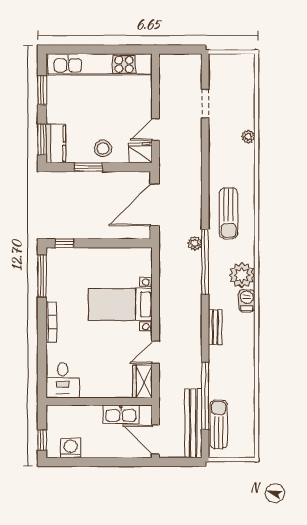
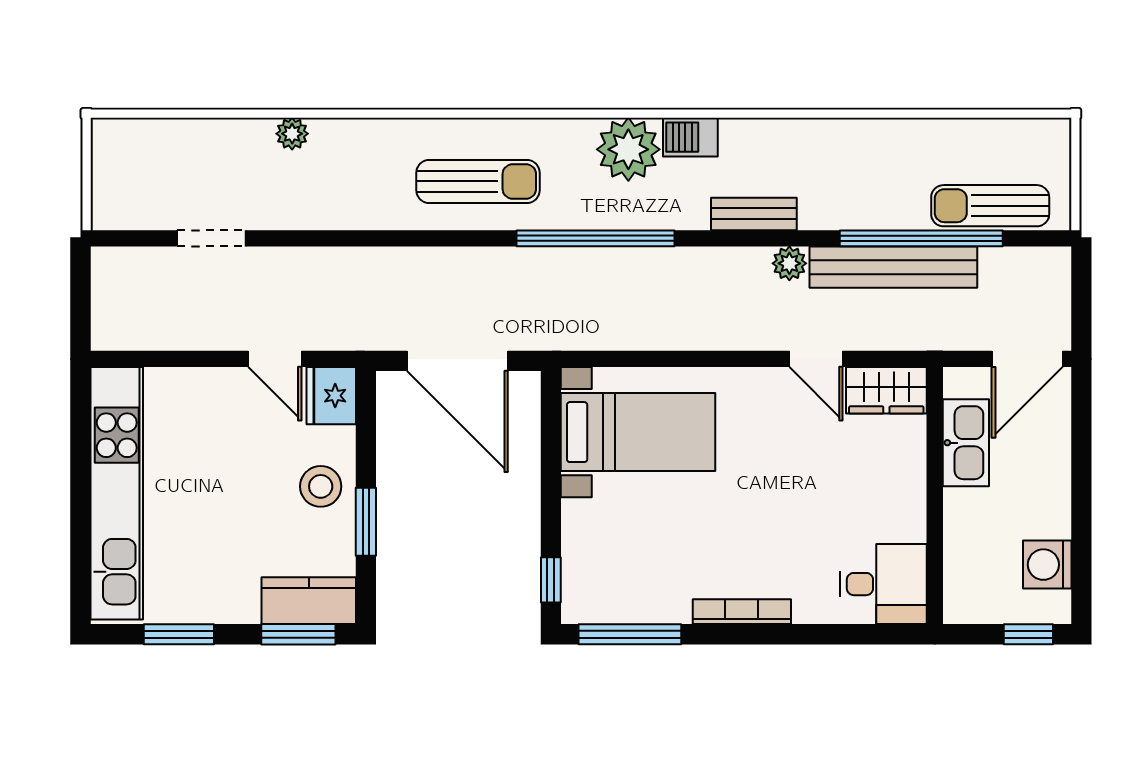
plant: (195, 243) -> (789, 263), moved
bed with nightstands: (120, 304) -> (638, 432), moved, turned -90
bench: (193, 423) -> (893, 267), moved

